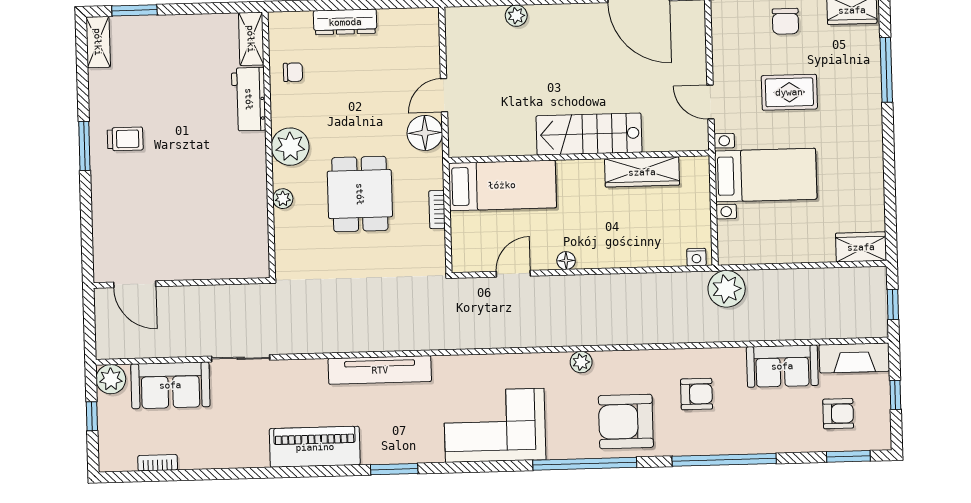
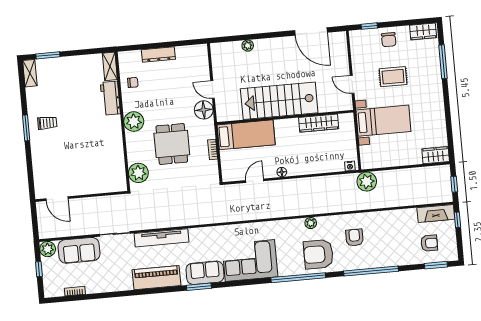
door: (444, 95) -> (213, 90), hinge flipped
stairs: (589, 134) -> (279, 101), width x1.36, depth x1.51
plant: (283, 199) -> (138, 173), moved, width x1.87, depth x1.87
plant: (581, 362) -> (311, 223), moved
sofa: (782, 366) -> (205, 273), moved, turned 180
tv unit: (380, 370) -> (162, 238), moved
armchair: (697, 394) -> (354, 238), turned -90
window: (895, 395) -> (457, 220), moved

